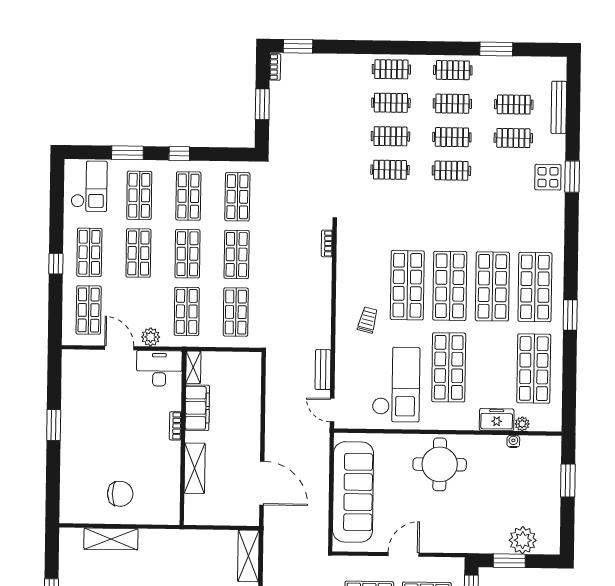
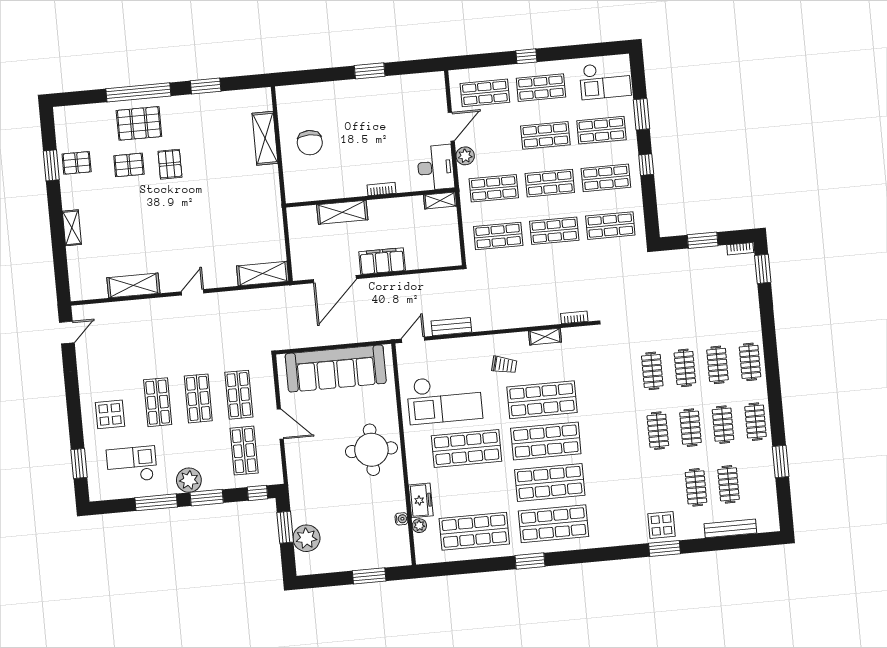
shelving: (343, 275) -> (545, 337), added
filing cabinet: (197, 408) -> (382, 261), moved, turned 180

